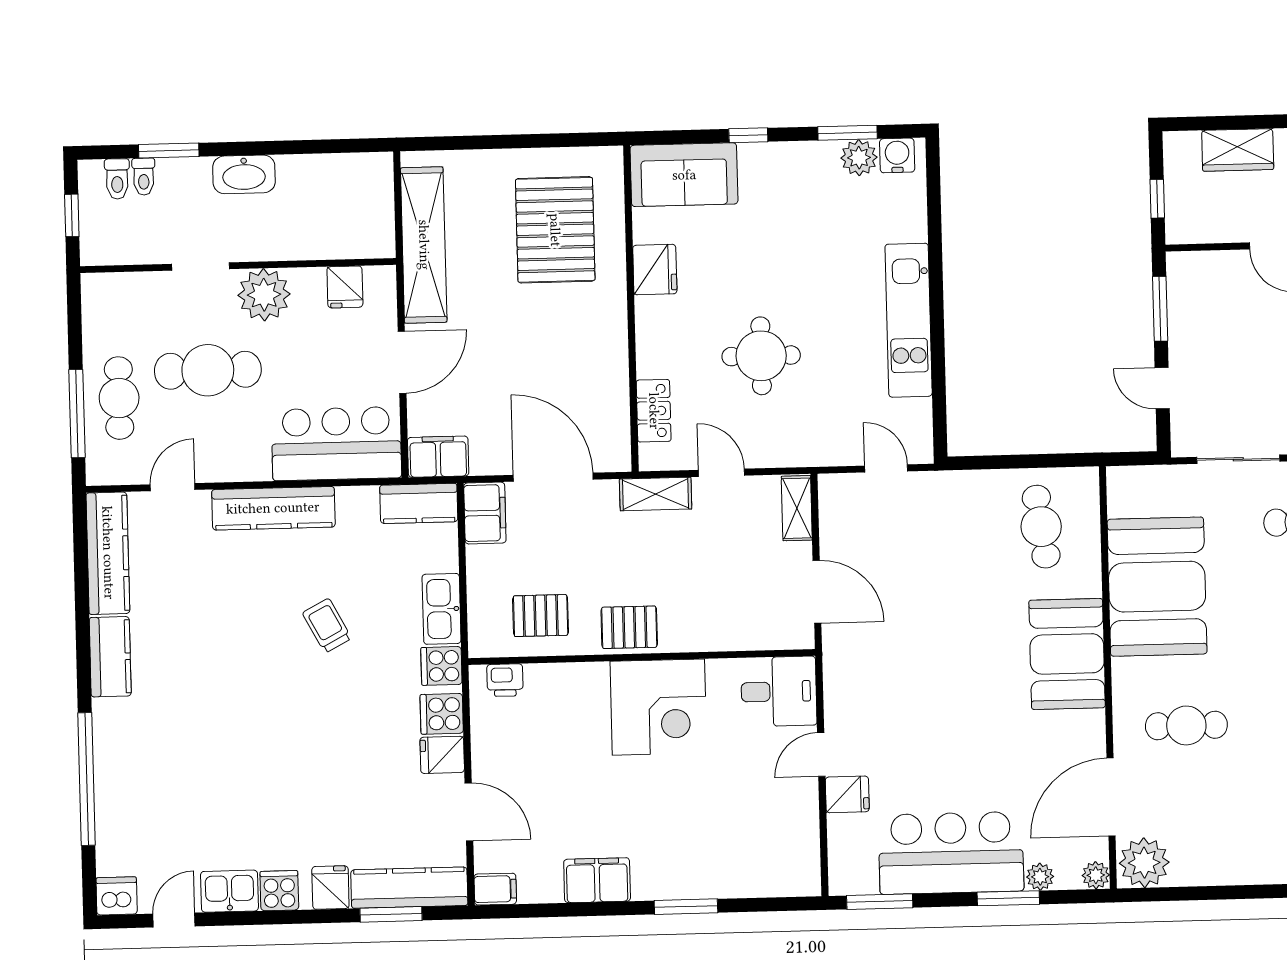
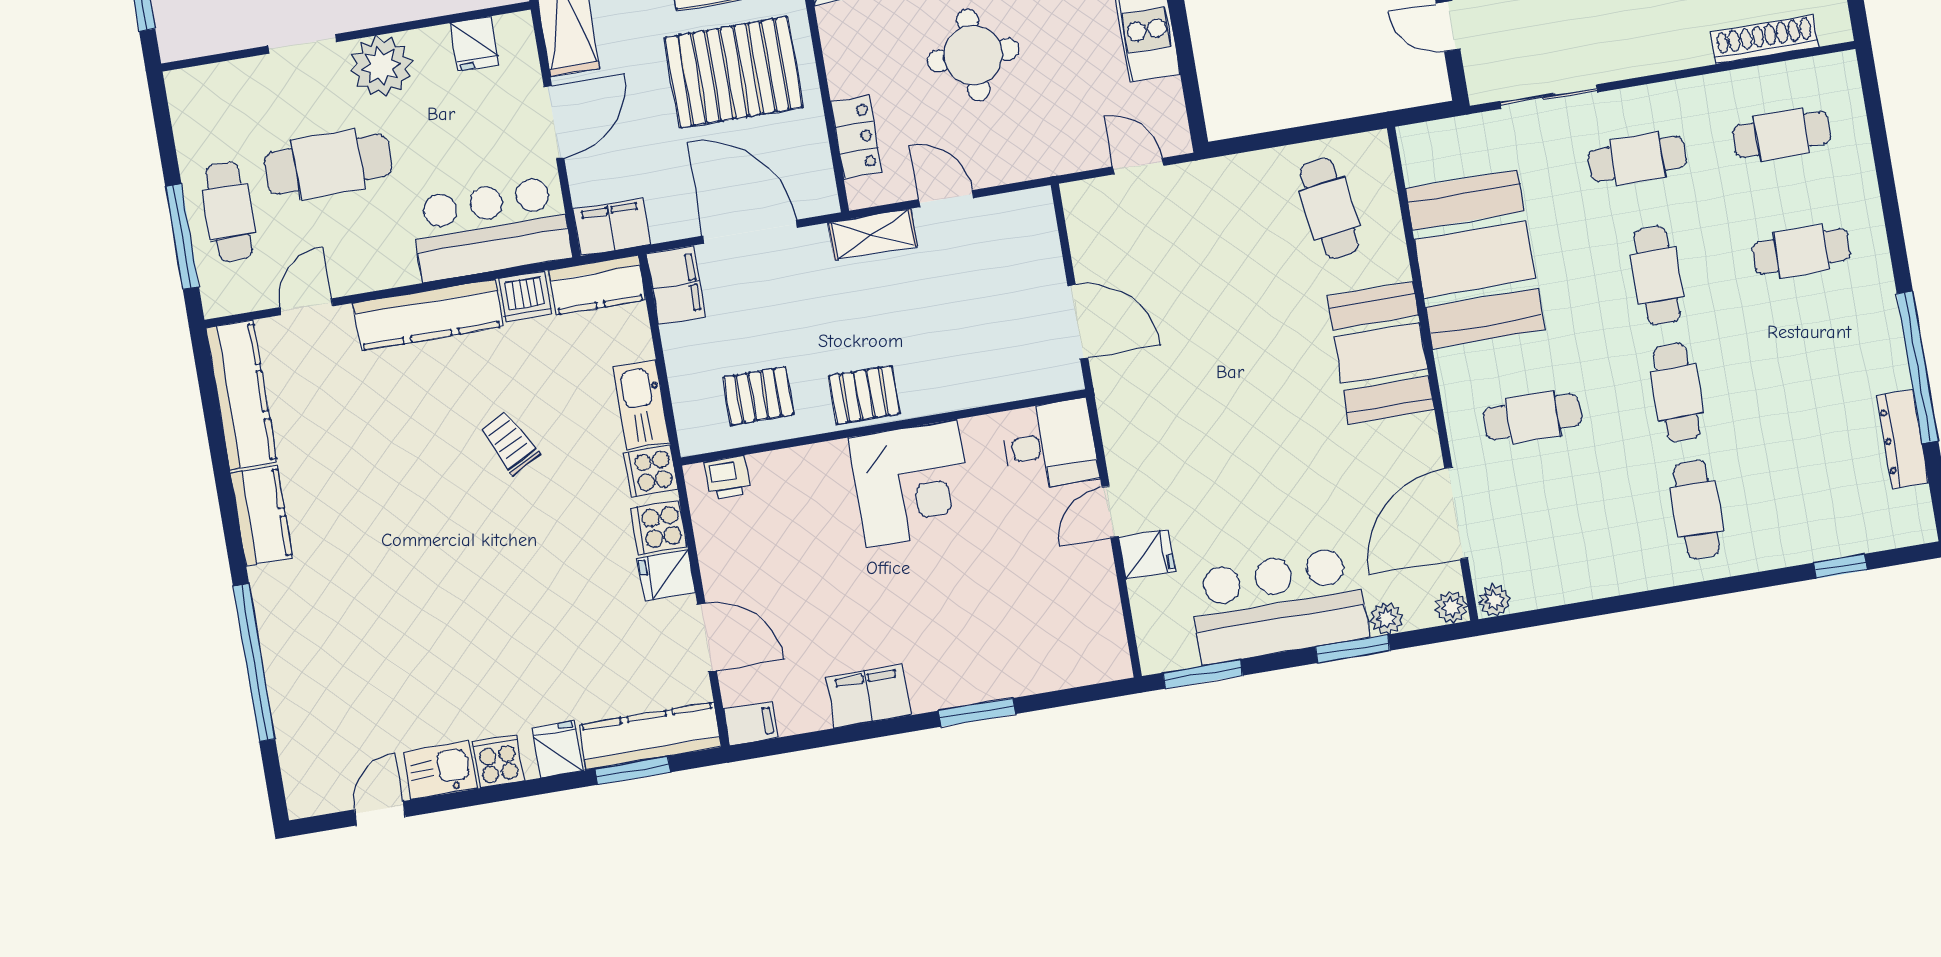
pallet: (559, 342) -> (734, 72), added
shelving: (797, 508) -> (1040, 227), removed
plant: (1144, 863) -> (1495, 600), width x0.53, depth x0.53
dishwasher: (117, 896) -> (525, 296), moved, turned 180

